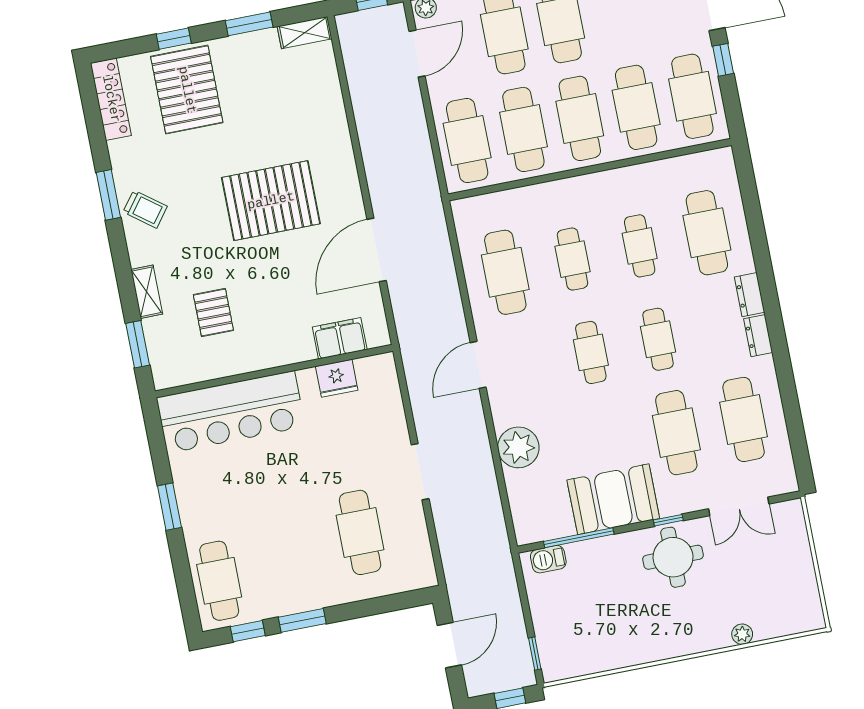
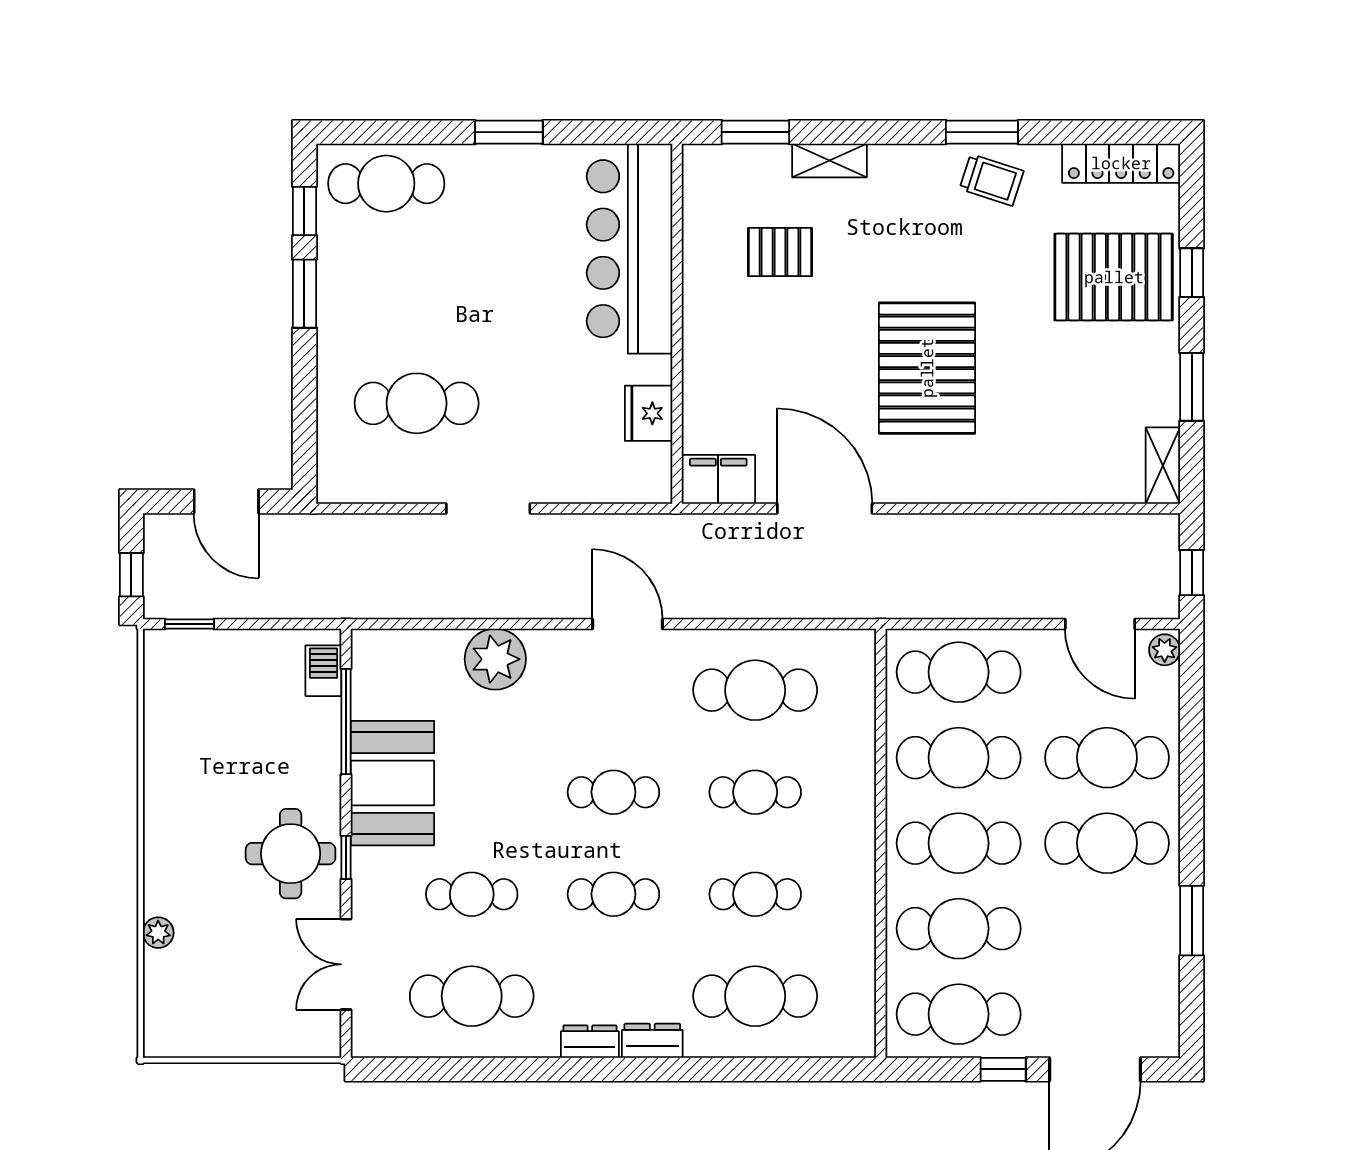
trolley: (145, 209) -> (992, 180), moved, turned -109
filing cabinet: (340, 338) -> (718, 479), moved, turned -90
cafe table: (676, 433) -> (472, 894), width x0.73, depth x0.74

